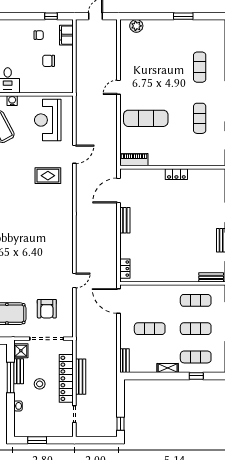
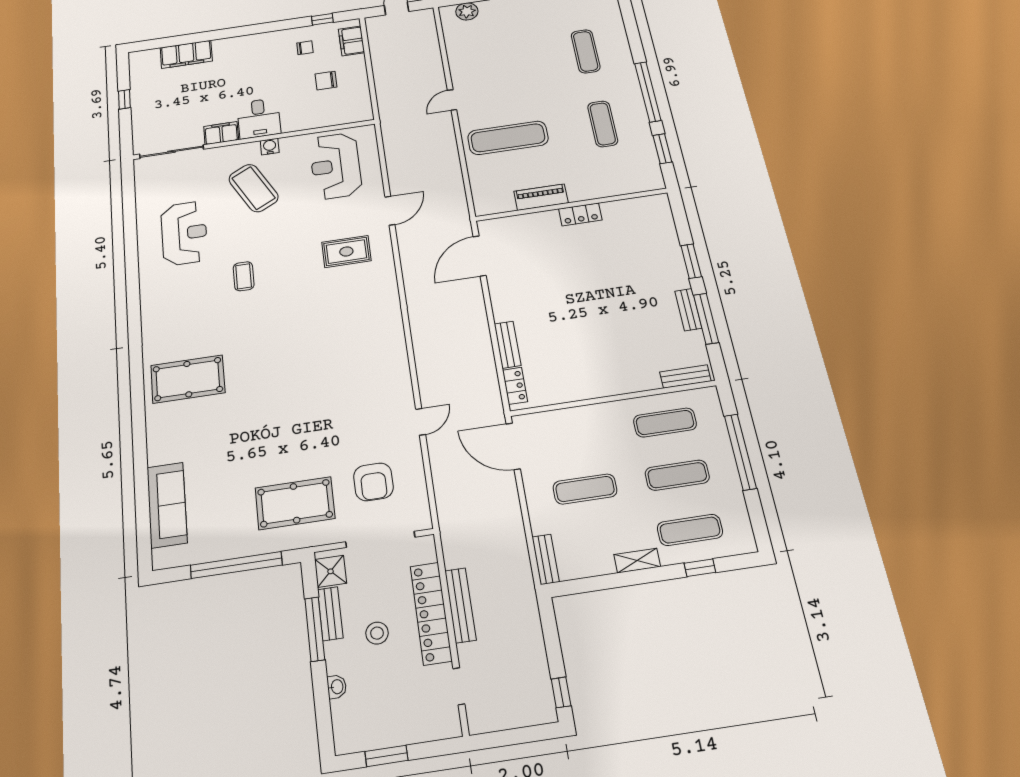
piano: (134, 160) -> (541, 197), moved
bench: (125, 220) -> (507, 345), moved

